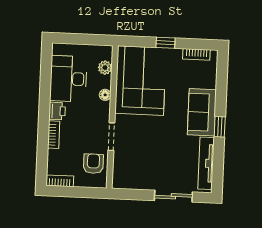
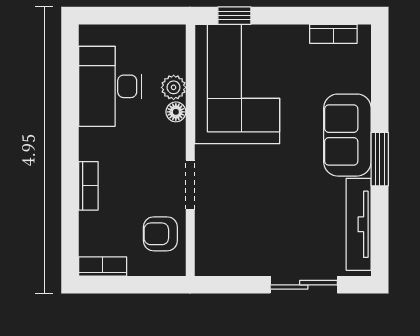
window: (166, 43) -> (234, 16), moved
plant: (105, 68) -> (174, 87), moved
printer: (57, 111) -> (93, 144), removed
window: (220, 127) -> (380, 159), width x1.50
armchair: (93, 164) -> (160, 234), turned -90

